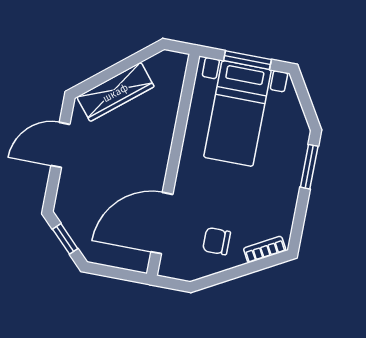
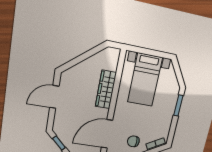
window: (247, 60) -> (151, 52), removed
wardrobe: (115, 92) -> (106, 90), moved, turned 129

